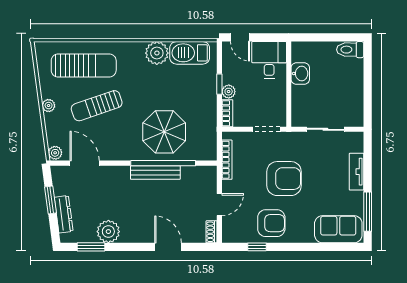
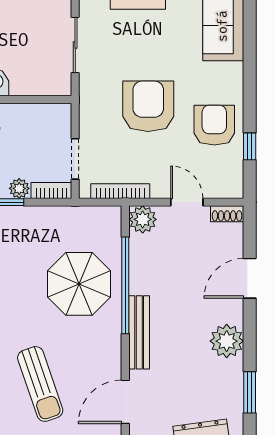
doorway: (266, 129) -> (75, 159), moved
bench: (155, 172) -> (139, 332), moved
plant: (208, 175) -> (143, 219), added
plant: (108, 232) -> (227, 341), moved

